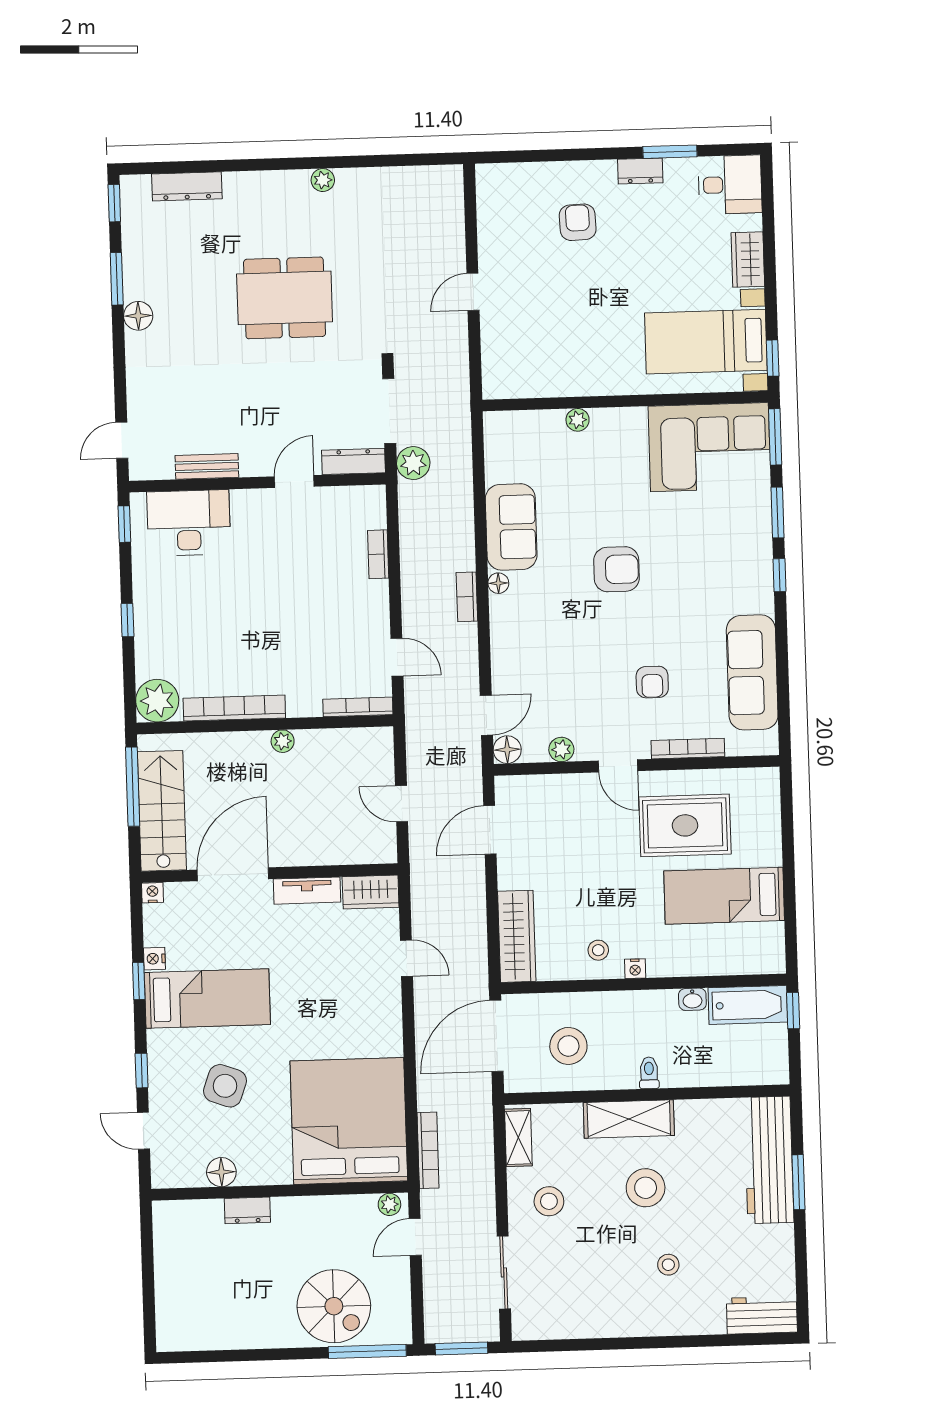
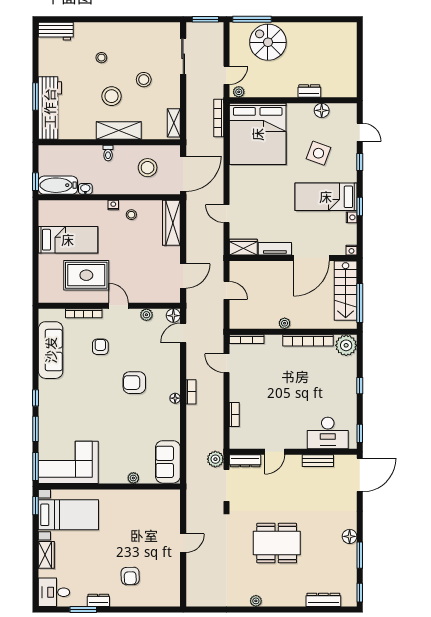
door: (122, 440) -> (360, 475), width x1.87
sofa: (511, 527) -> (168, 462), moved
armchair: (616, 569) -> (134, 383), moved
stool: (549, 1201) -> (144, 80), moved

